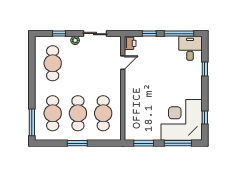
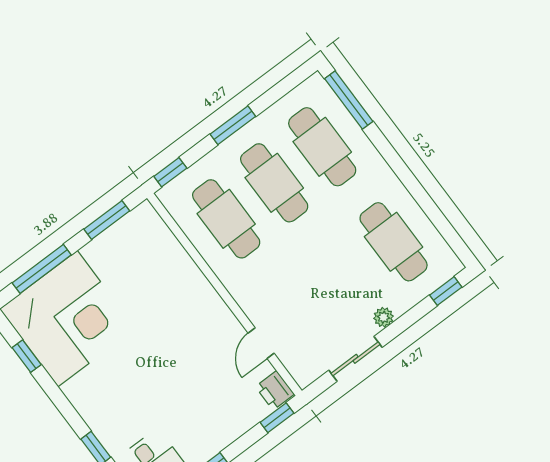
window: (59, 34) -> (446, 291), moved
window: (149, 34) -> (277, 418), moved
window: (110, 143) -> (170, 172), added

